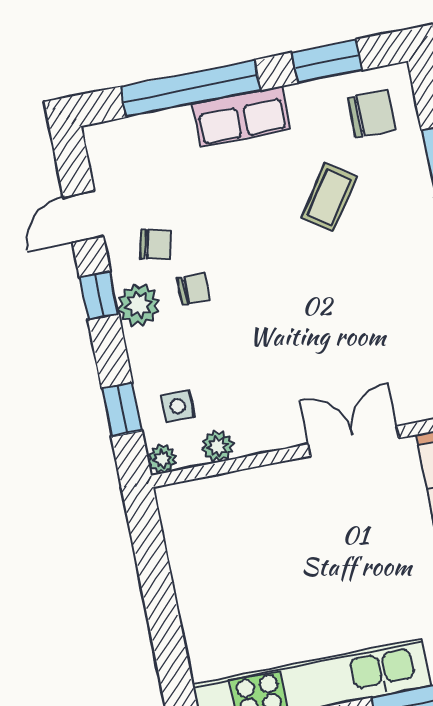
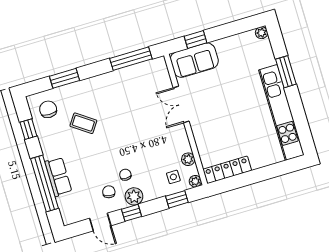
window: (327, 61) -> (28, 129), width x0.67
row of seats: (241, 116) -> (58, 177), moved
locker: (183, 540) -> (227, 170), added

